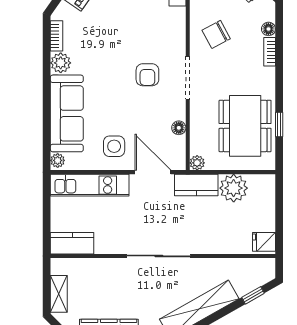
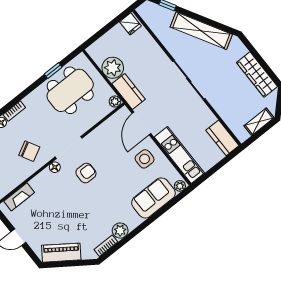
sofa: (67, 113) -> (153, 198), width x0.73
floor lamp: (179, 128) -> (55, 167), moved

